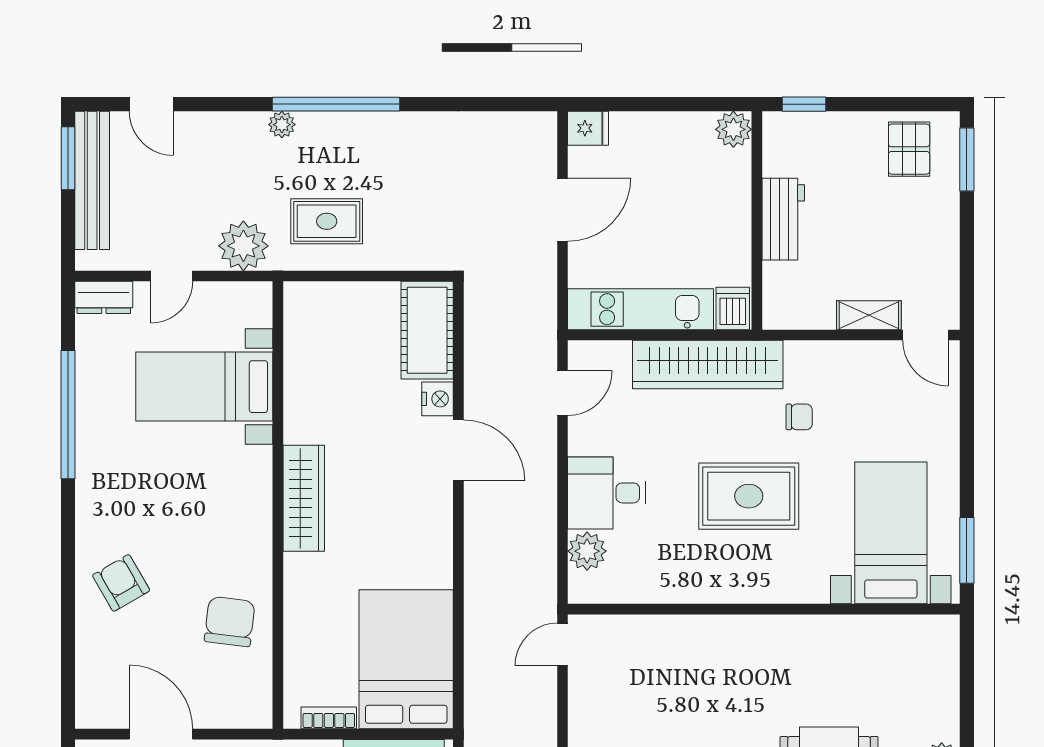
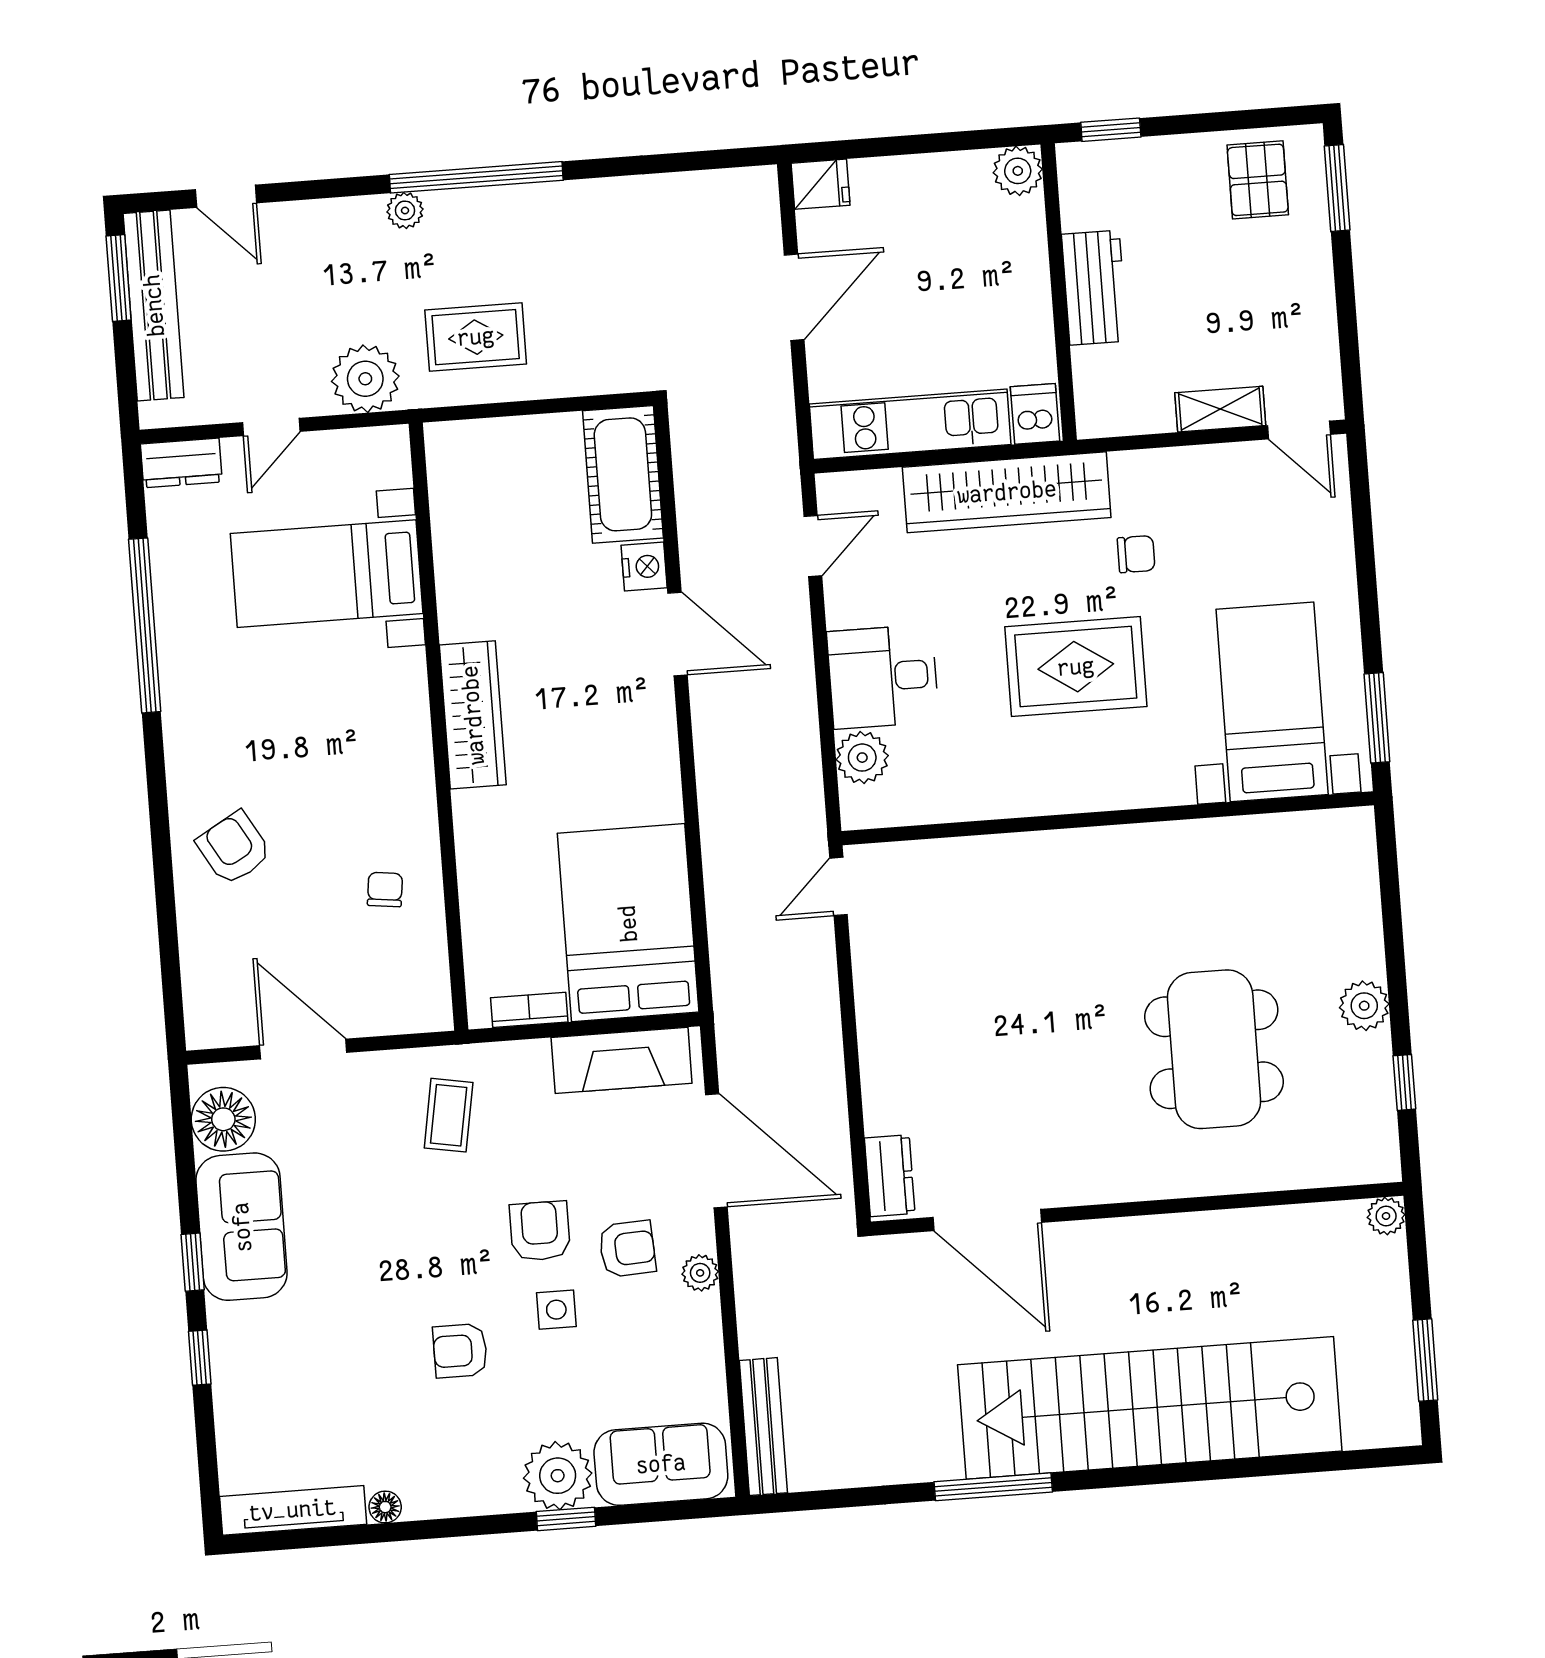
chair: (230, 622) -> (385, 889), width x0.54, depth x0.54

